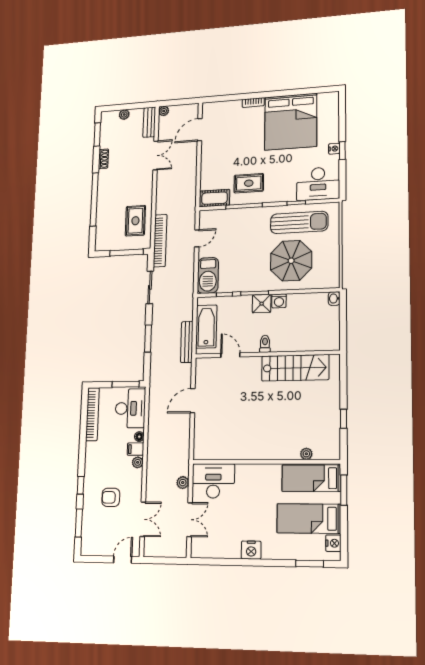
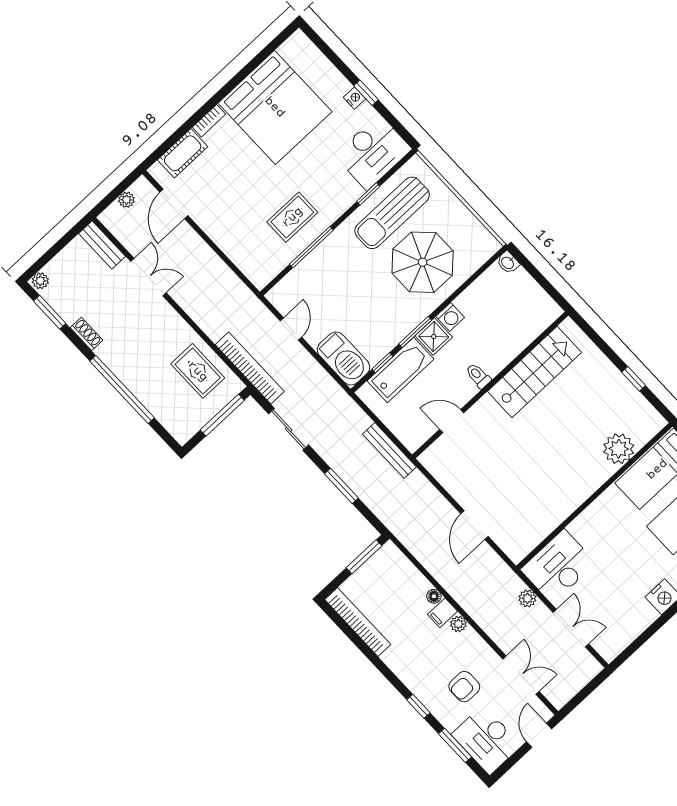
plant: (164, 111) -> (127, 200), moved
plant: (124, 115) -> (40, 281), moved
cot: (215, 198) -> (183, 153), moved
sun lounger: (299, 222) -> (392, 213), turned 180
bathtub: (206, 327) -> (401, 370), moved, turned 90
door: (193, 401) -> (474, 525), moved
desk: (130, 408) -> (486, 740), moved, turned 180
plant: (306, 454) -> (619, 449), width x1.88, depth x1.88

